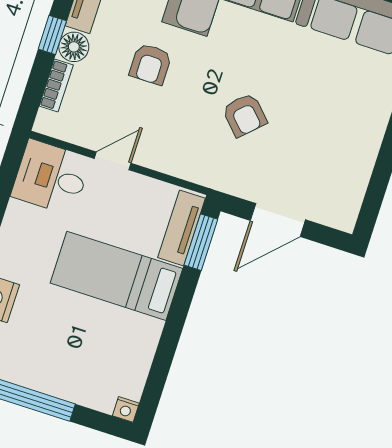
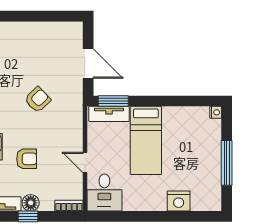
bookcase: (56, 86) -> (69, 206), moved

